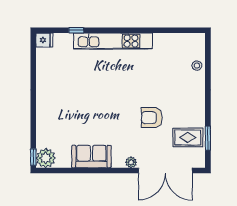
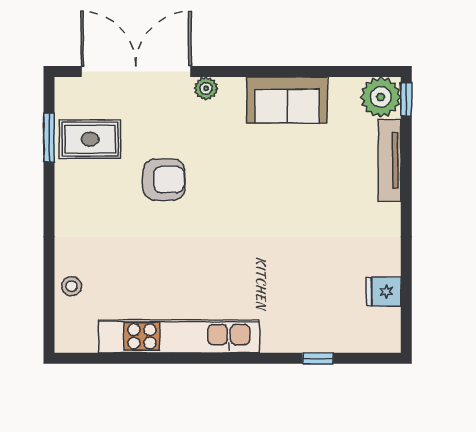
fridge: (44, 40) -> (384, 292), moved
kitchen unit: (113, 41) -> (179, 336), moved
tv unit: (41, 127) -> (390, 160), added

